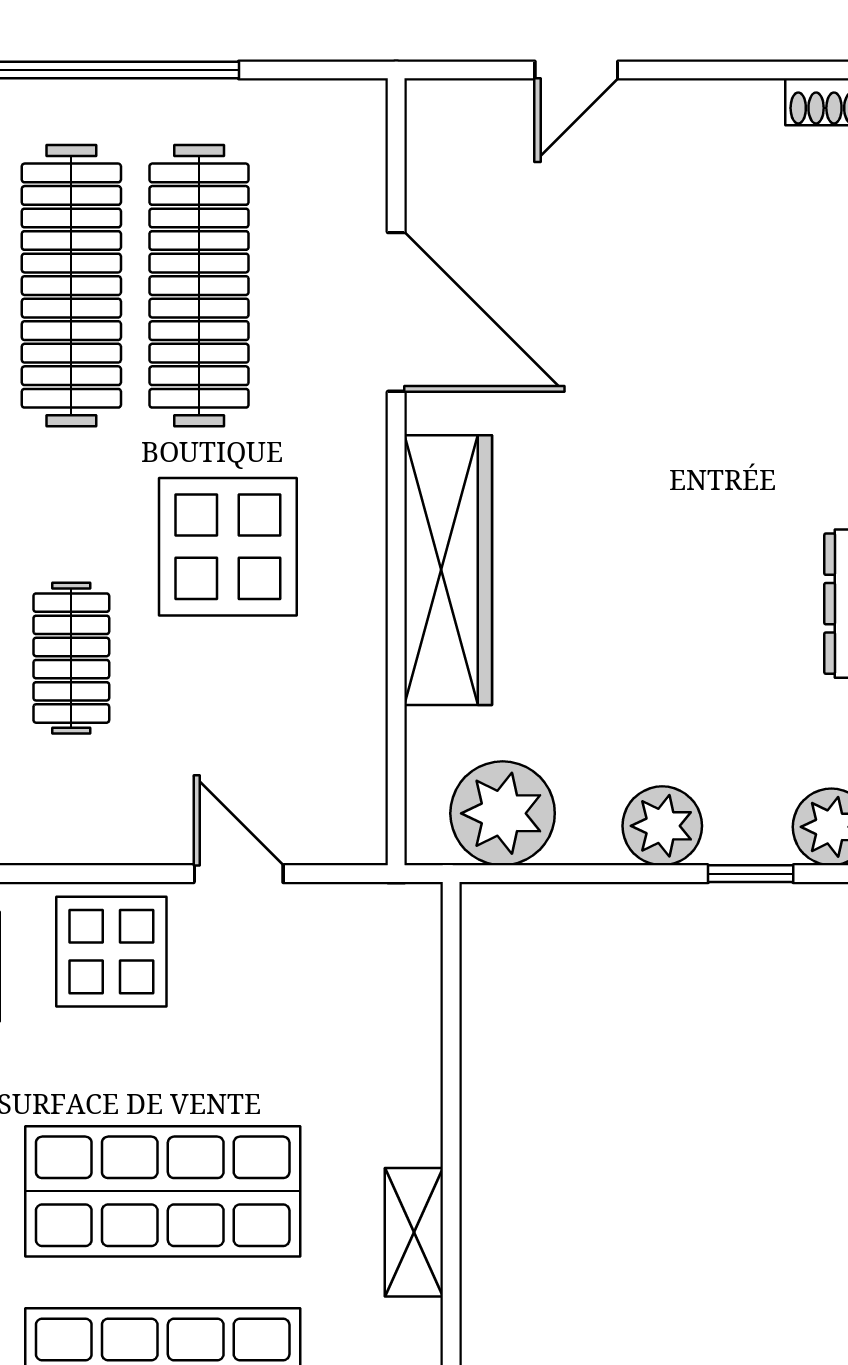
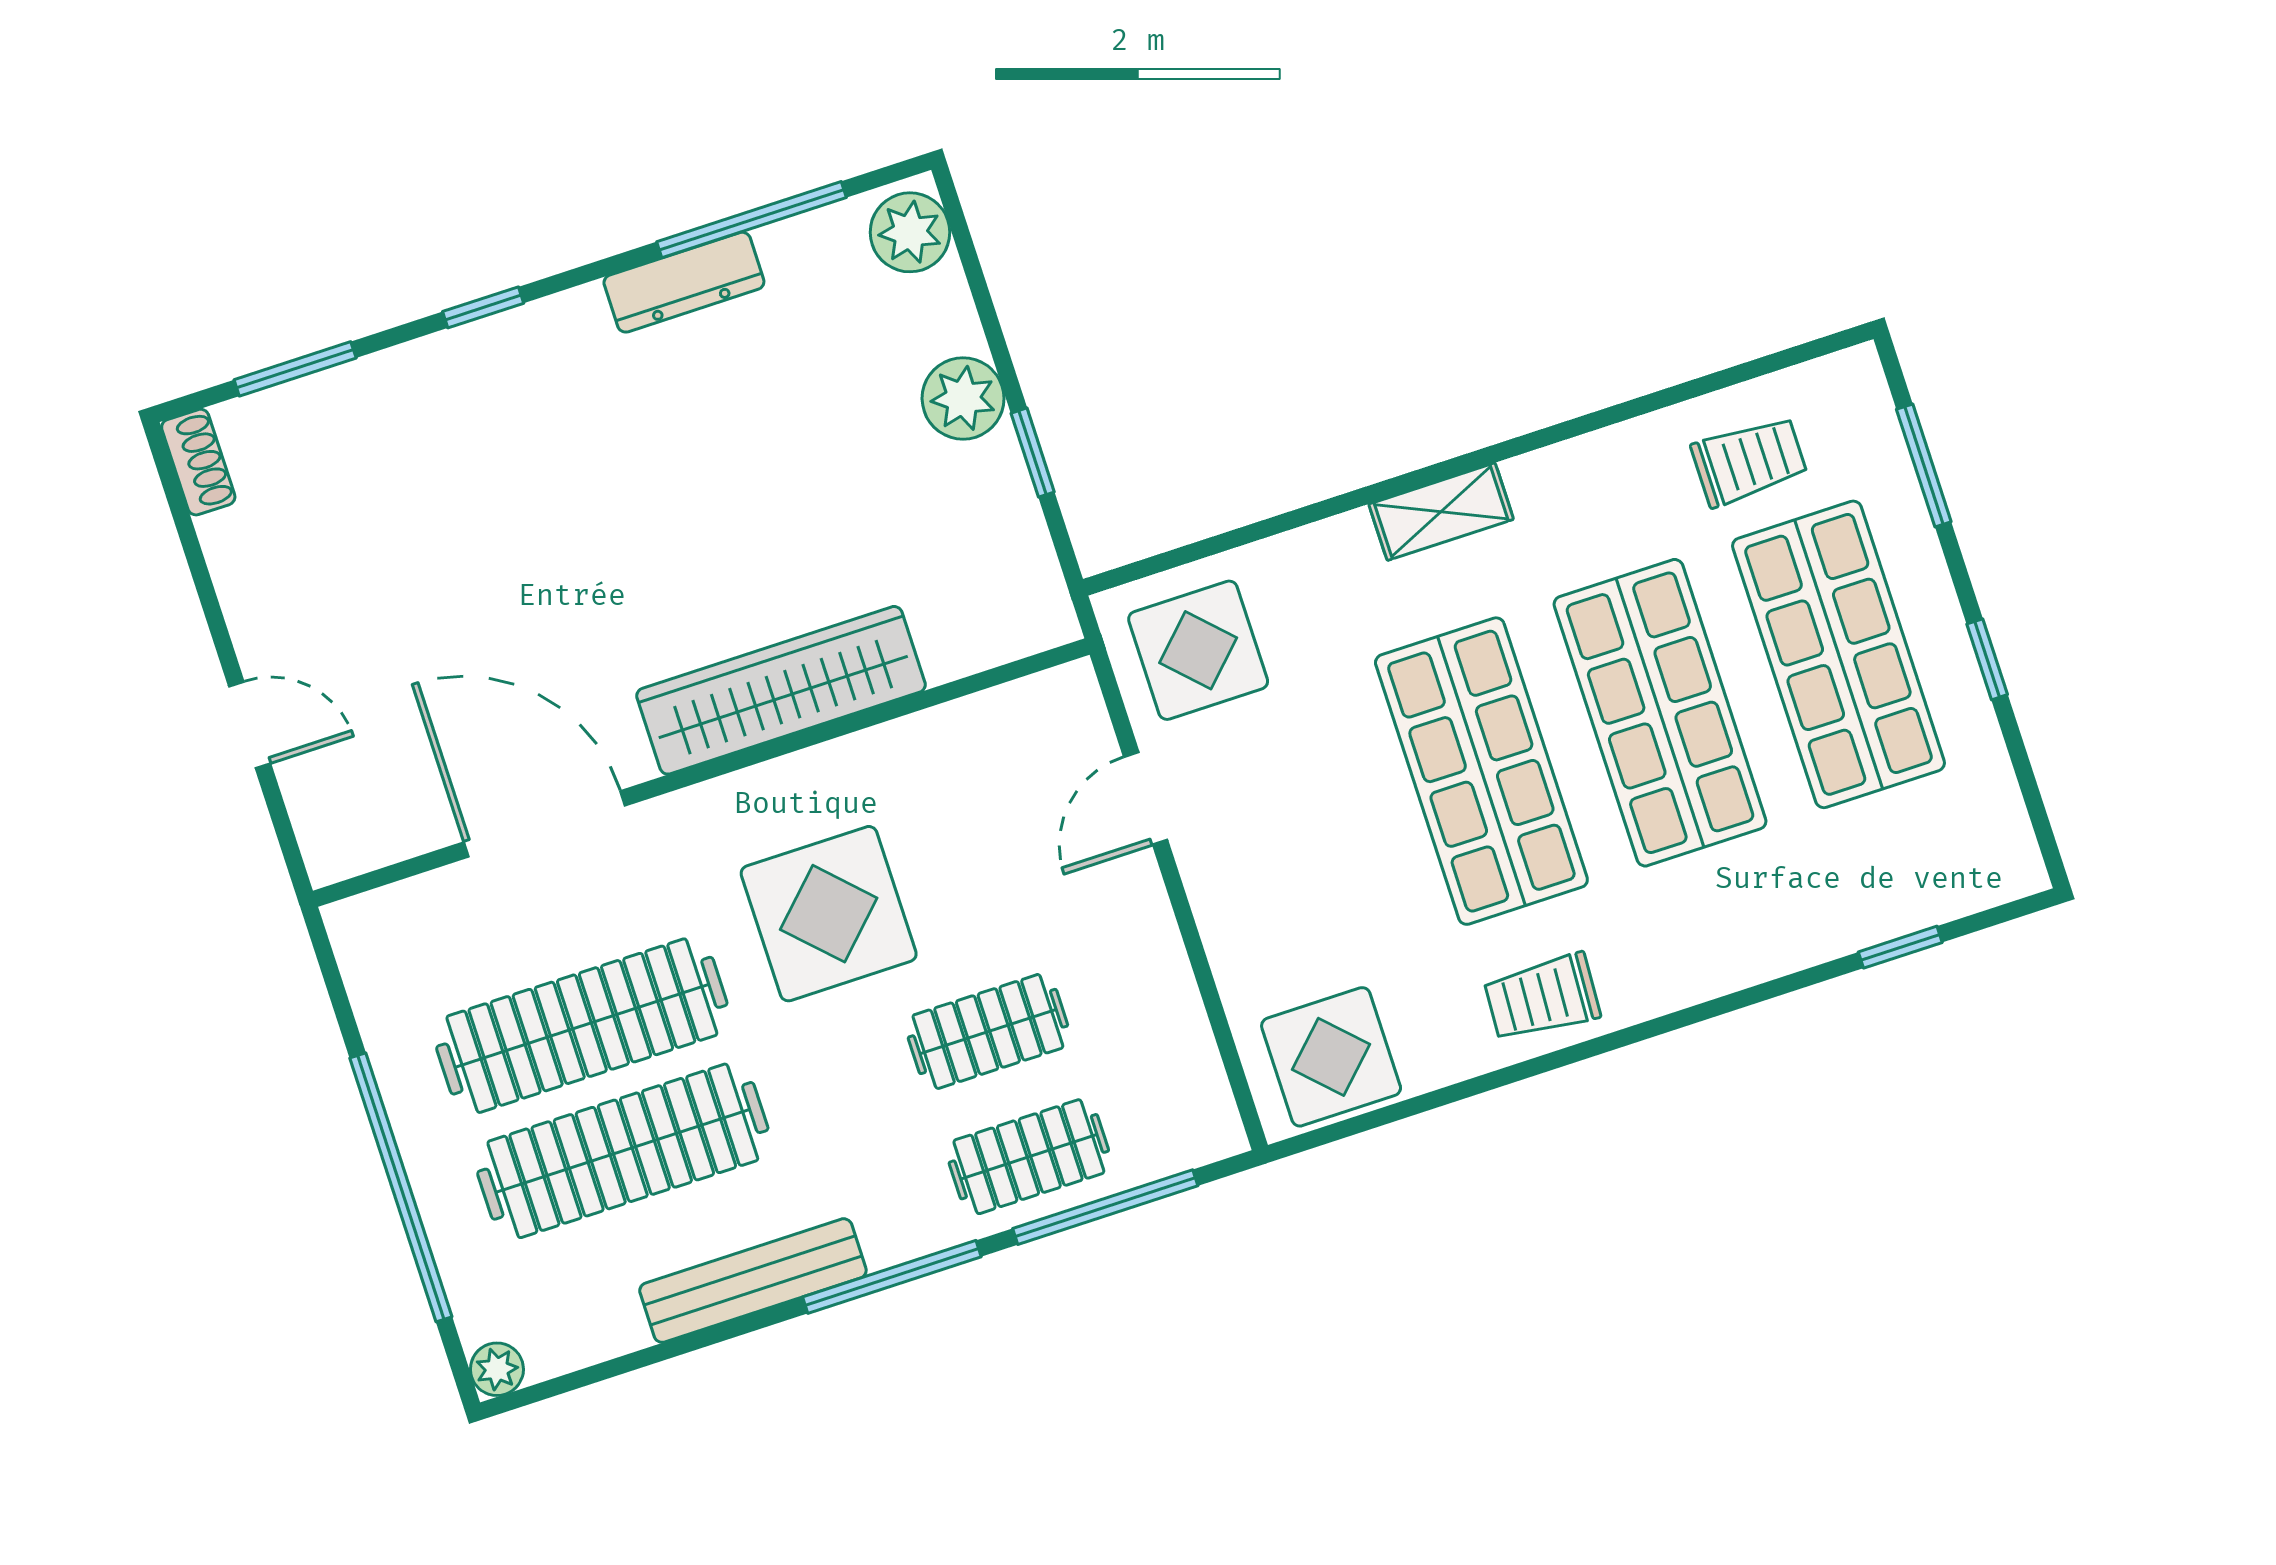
door: (396, 312) -> (545, 824), hinge flipped
plant: (503, 813) -> (1002, 559), removed
window: (751, 874) -> (1033, 453), moved
display table: (111, 952) -> (1198, 650), moved

